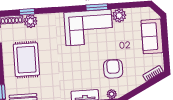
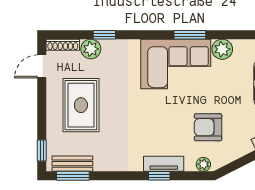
window: (27, 12) -> (104, 35), moved
armchair: (113, 69) -> (208, 127), turned -90

